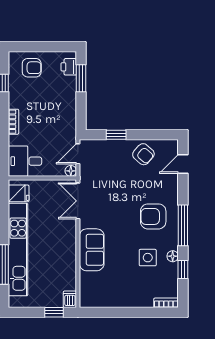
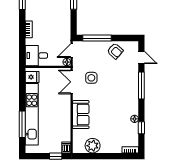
window: (116, 135) -> (97, 38), width x2.17
door: (183, 164) -> (141, 57), swing flipped
armchair: (153, 216) -> (122, 92), removed
window: (183, 225) -> (141, 85), moved
side table: (148, 258) -> (91, 78), moved
plant: (110, 297) -> (93, 146), added

